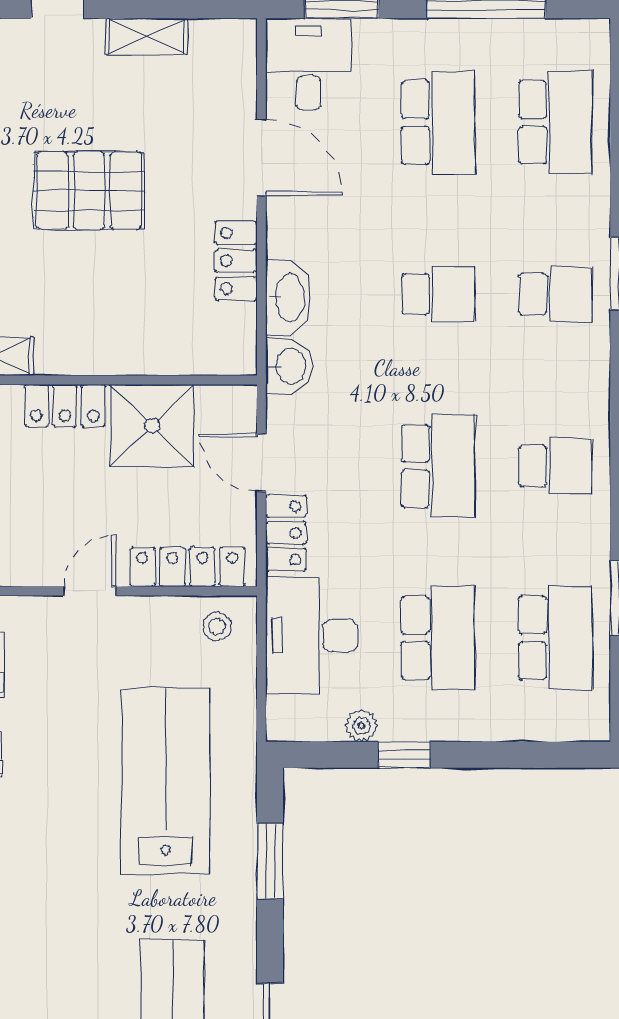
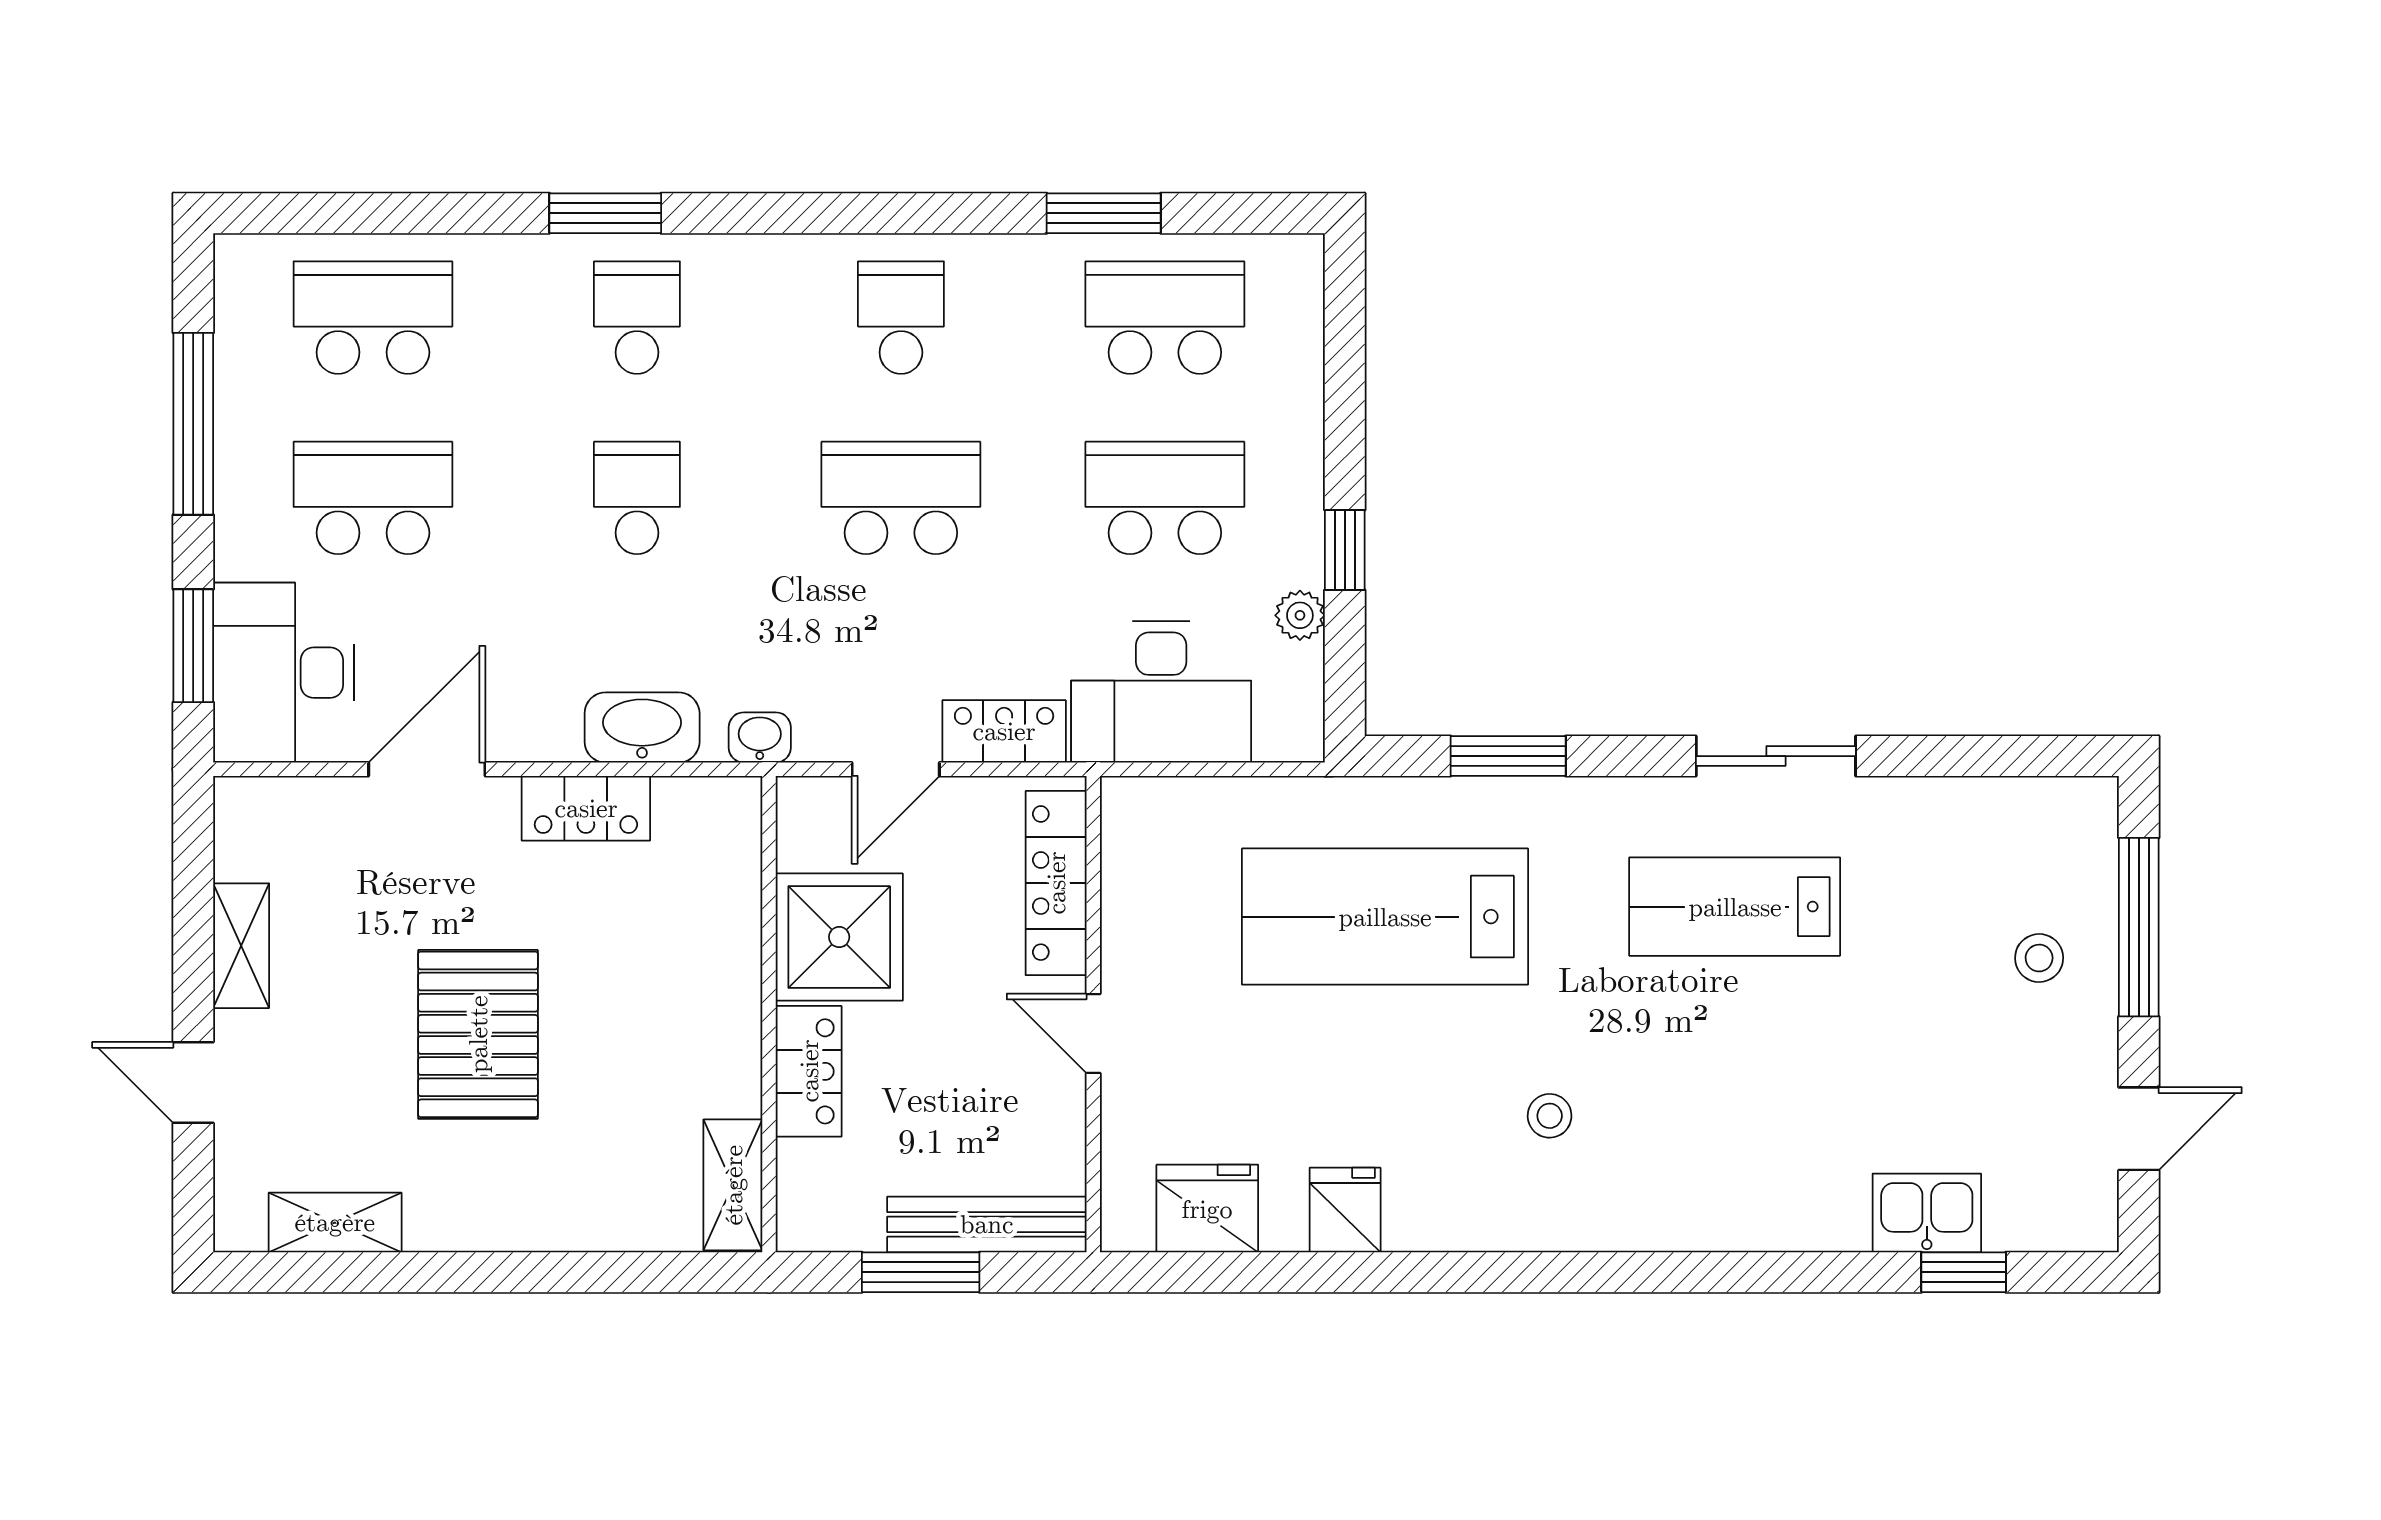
desk: (308, 64) -> (284, 673), width x1.37
washbasin: (289, 366) -> (760, 737), width x0.72, depth x0.69
stool: (217, 626) -> (1550, 1116), moved

